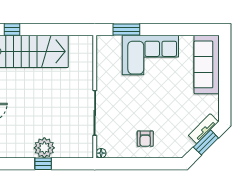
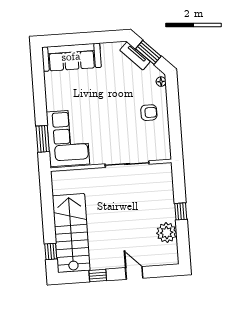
corner sofa: (150, 55) -> (68, 138), moved
plant: (44, 148) -> (167, 233), moved
floor lamp: (101, 153) -> (161, 82), moved

